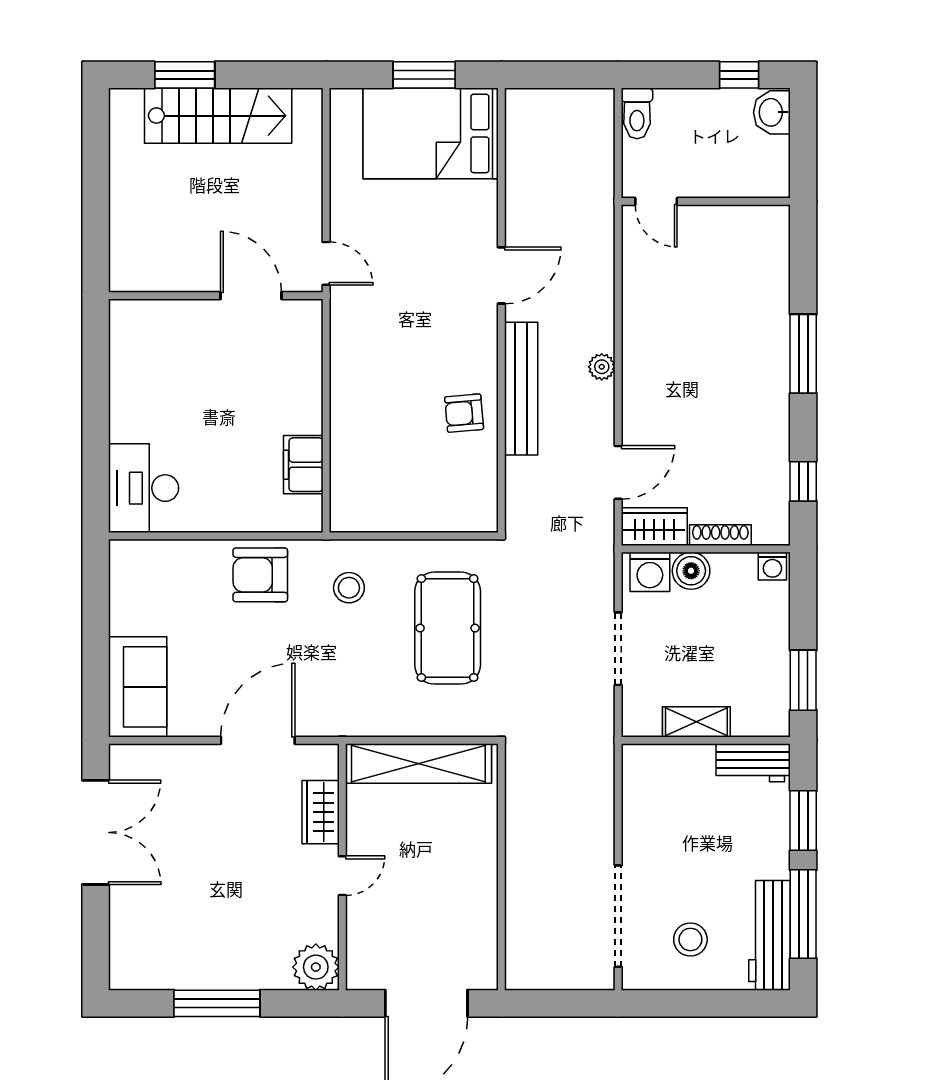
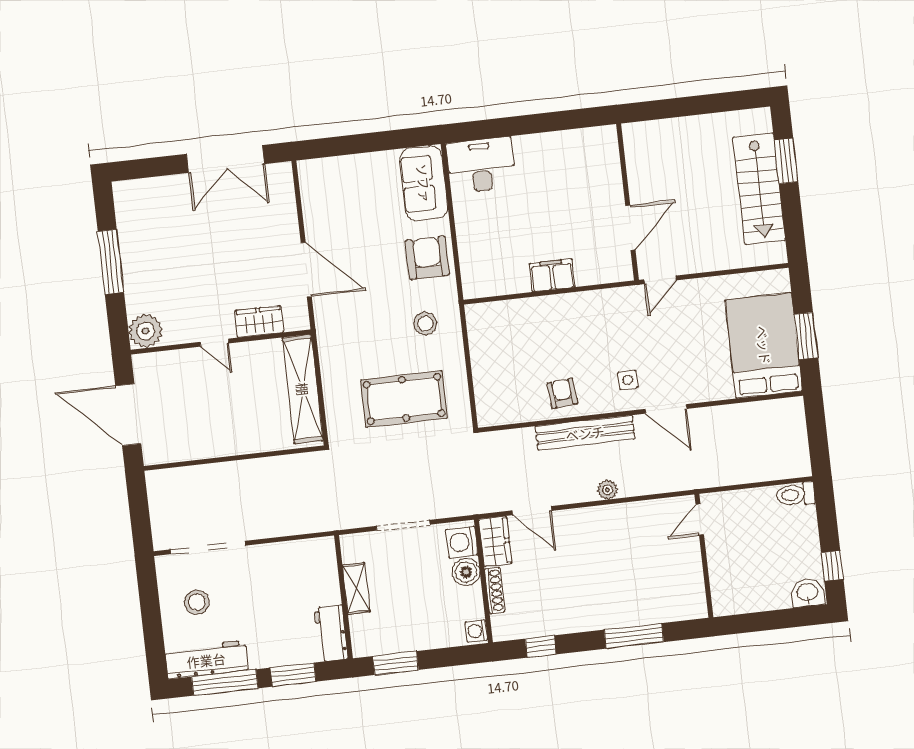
door: (656, 201) -> (700, 520), moved
wall: (706, 201) -> (704, 556), moved
side table: (456, 323) -> (628, 380), added
filing cabinet: (303, 465) -> (552, 275), moved
sofa: (138, 687) -> (424, 183), moved, turned 90

